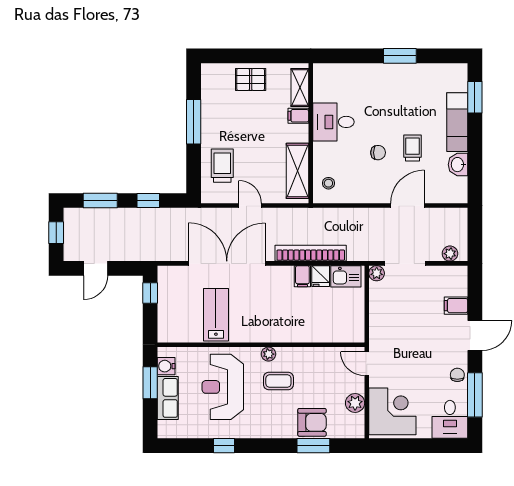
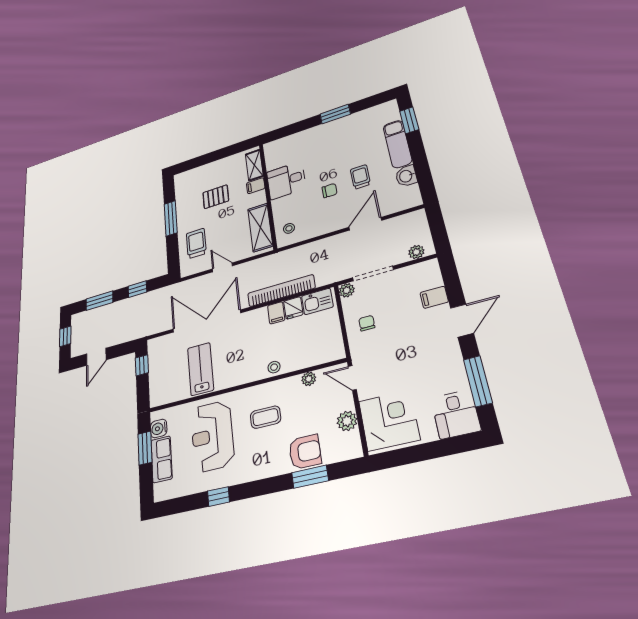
pallet: (251, 79) -> (216, 197), moved
stool: (293, 333) -> (274, 367), added
plant: (268, 354) -> (309, 379), moved
chair: (457, 375) -> (367, 323), moved

